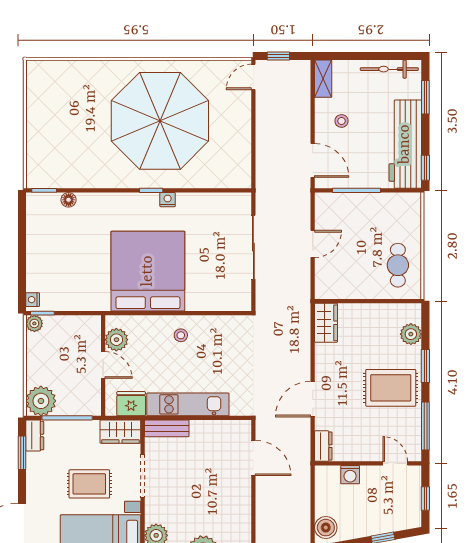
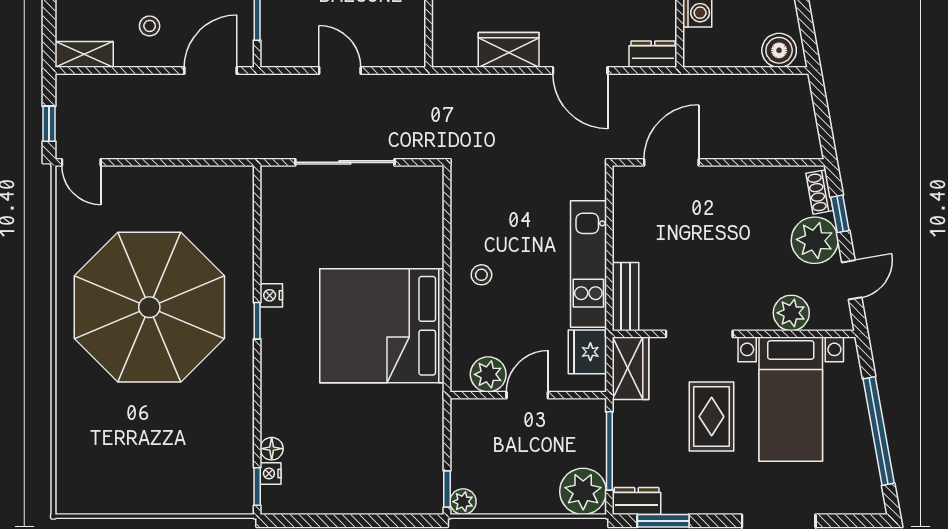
nightstand: (33, 300) -> (271, 474), moved, turned 90
wardrobe: (326, 323) -> (509, 50), moved

